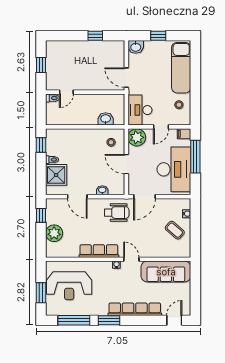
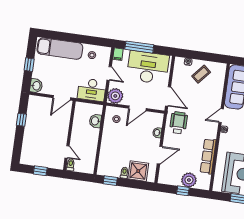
window: (41, 215) -> (183, 191), moved
row of seats: (99, 251) -> (208, 156), moved

